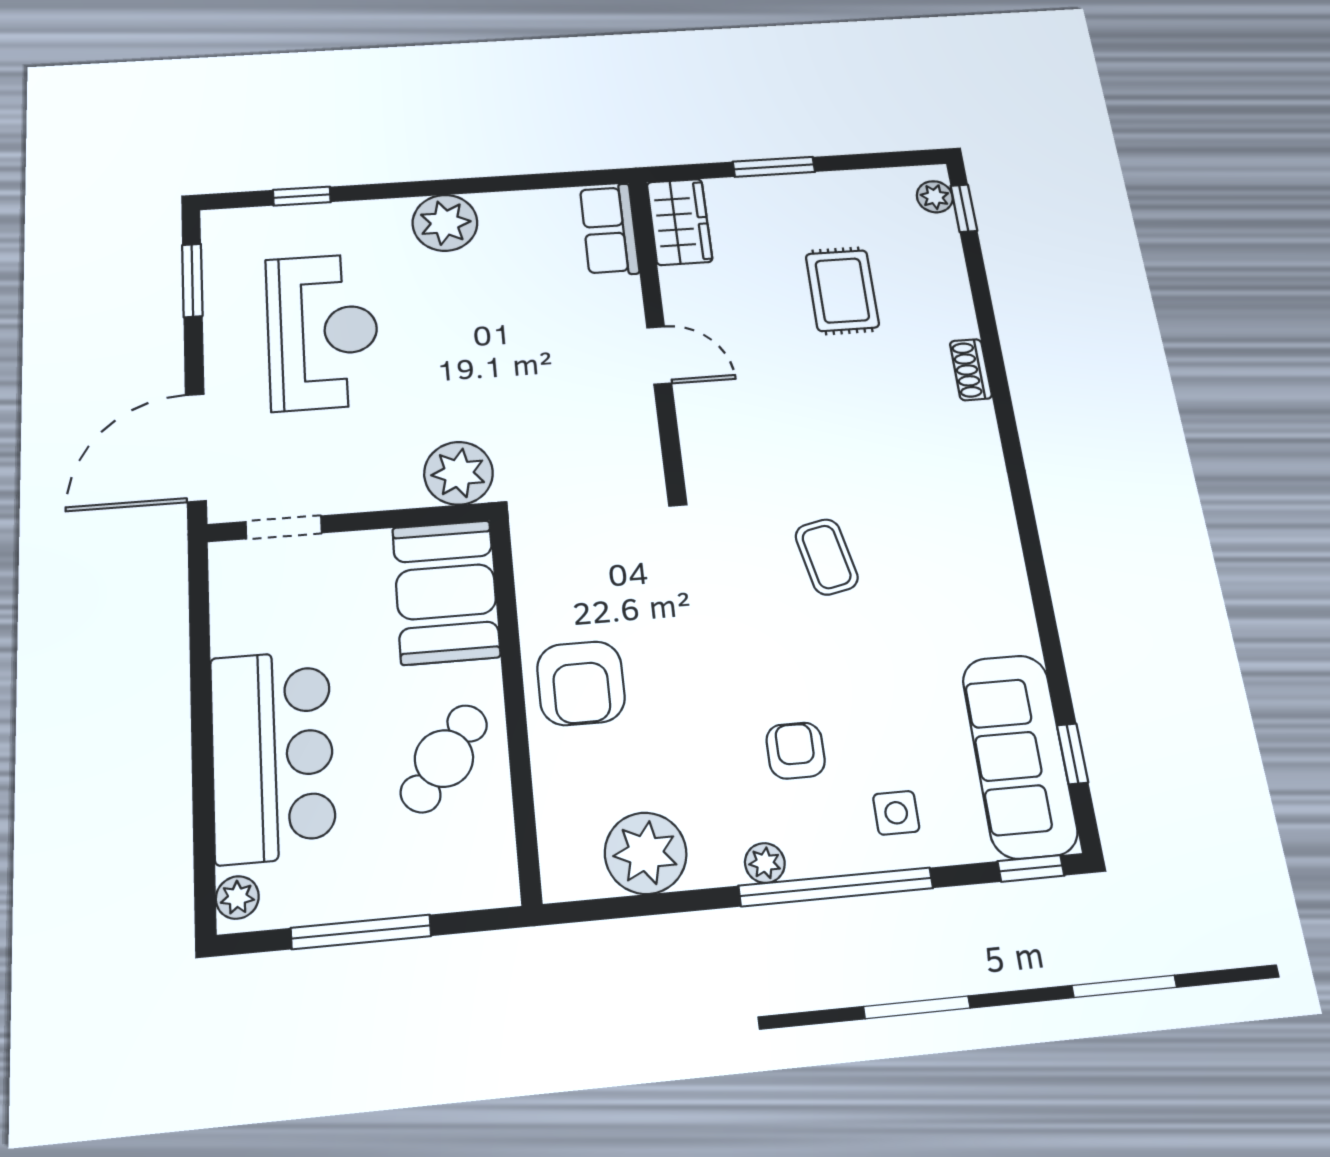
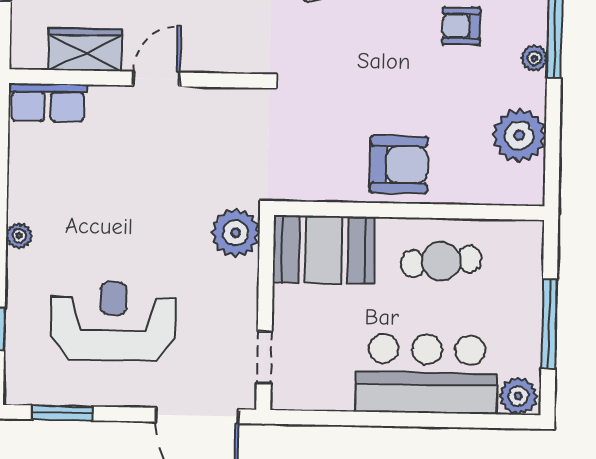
wardrobe: (679, 222) -> (85, 50), moved
plant: (445, 223) -> (19, 236), width x0.53, depth x0.53
cafe table: (444, 758) -> (441, 261), turned -43
plant: (237, 897) -> (518, 396), width x1.38, depth x1.38

